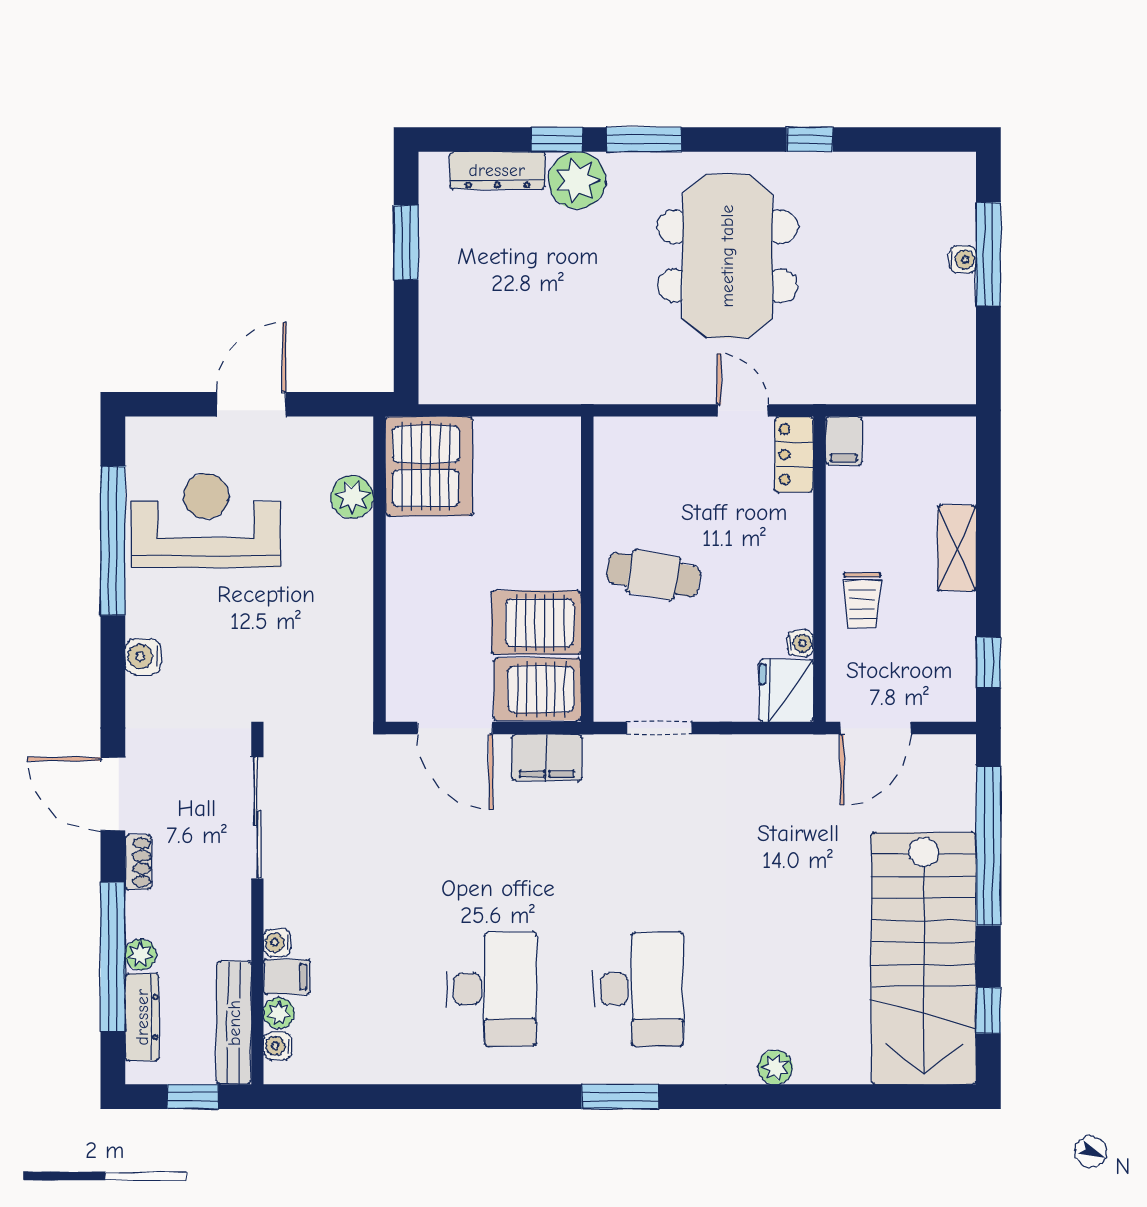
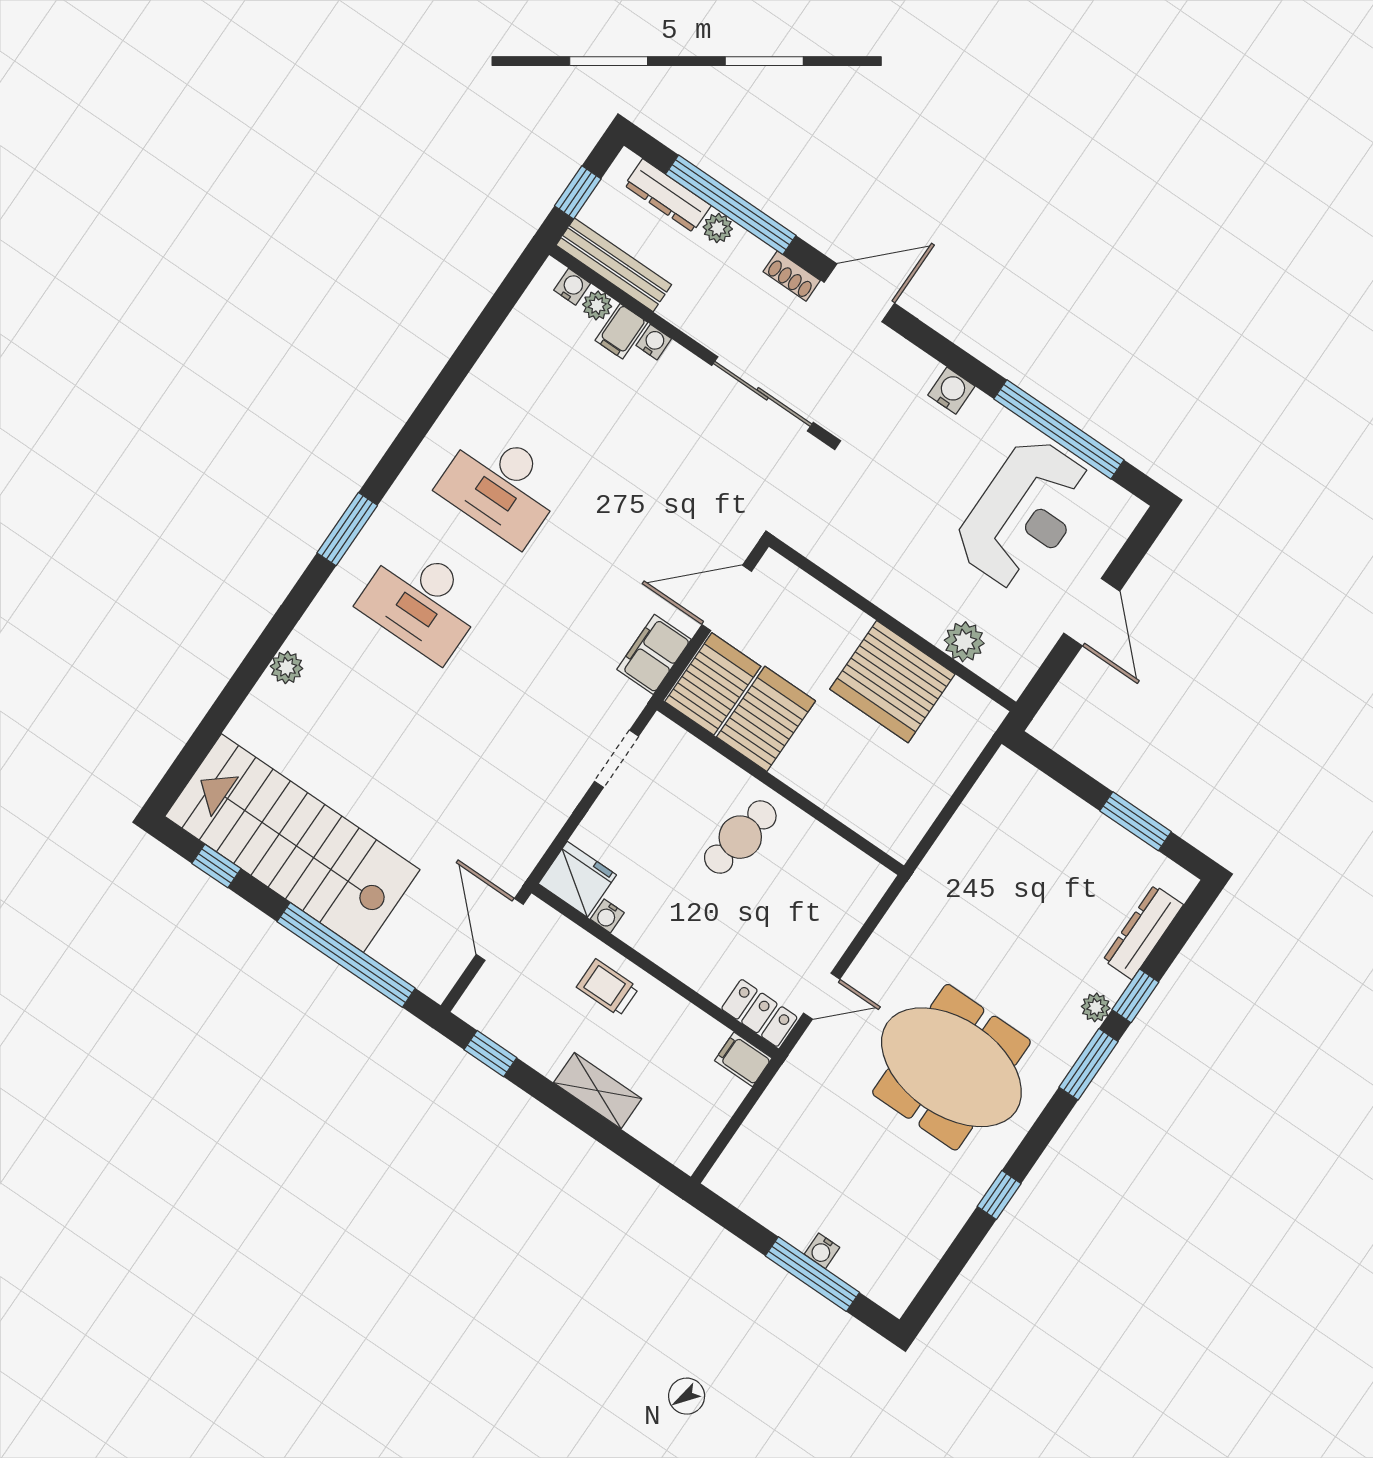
plant: (577, 180) -> (1096, 1007), width x0.53, depth x0.53
server rack: (429, 466) -> (892, 682), moved

